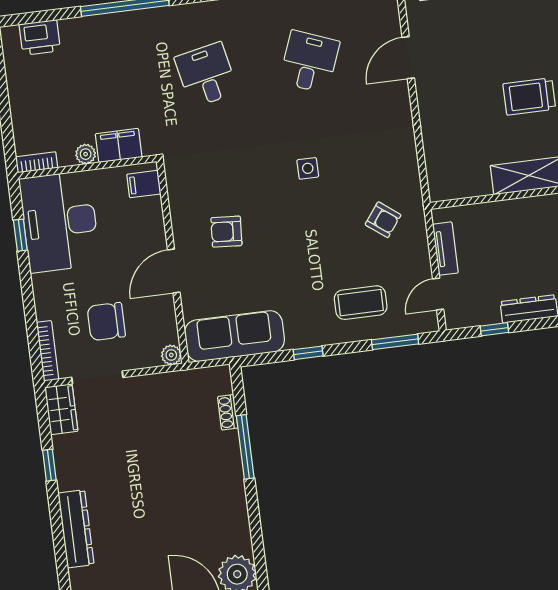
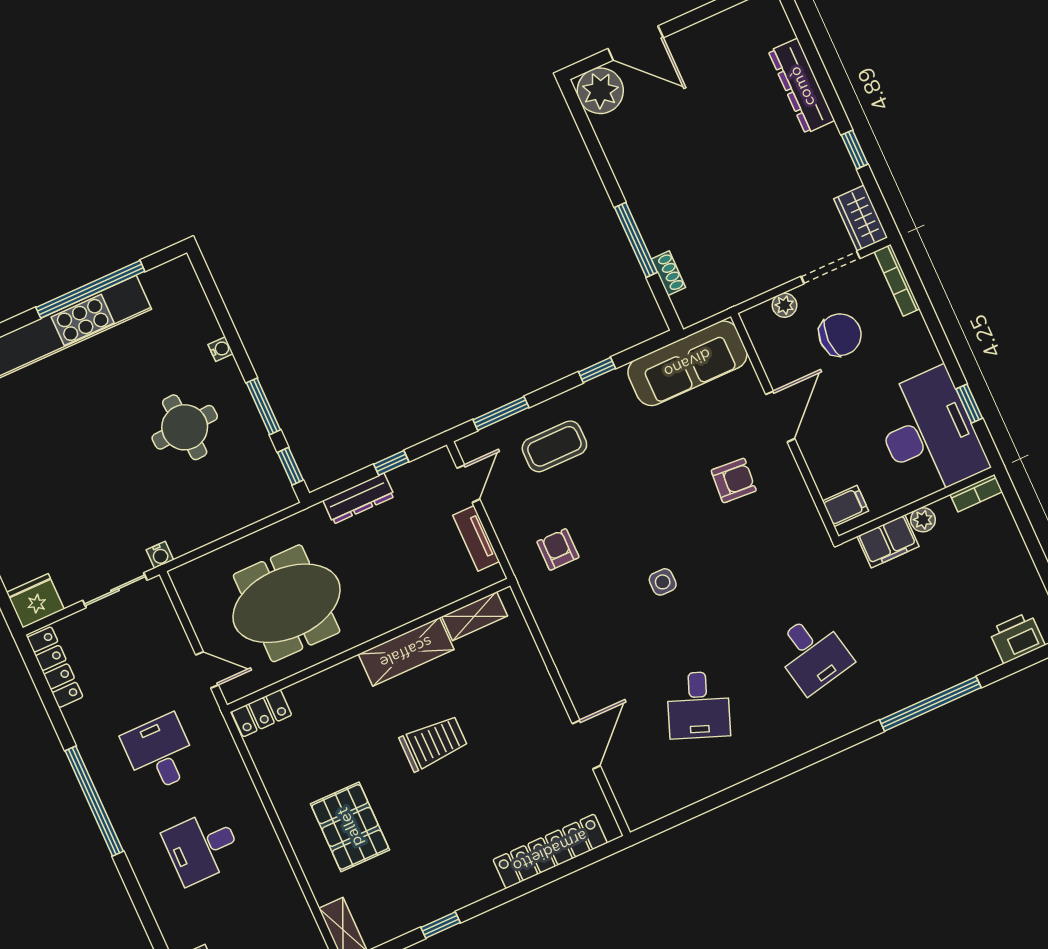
shelving: (466, 187) -> (475, 616), added
armchair: (383, 220) -> (558, 549), turned 53
plant: (171, 355) -> (784, 305), moved

